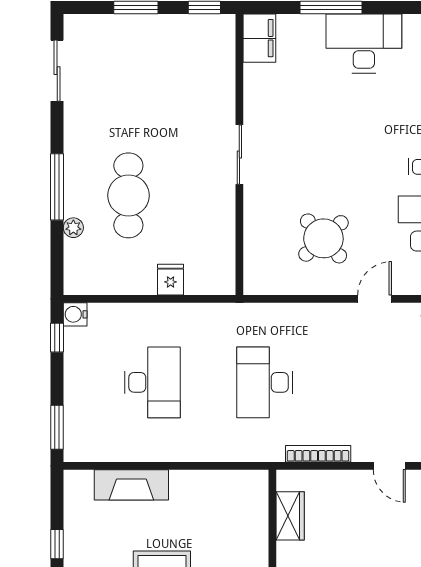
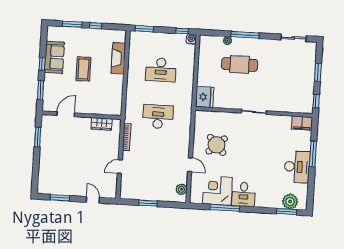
fridge: (171, 280) -> (204, 97), moved, width x1.88, depth x1.34

